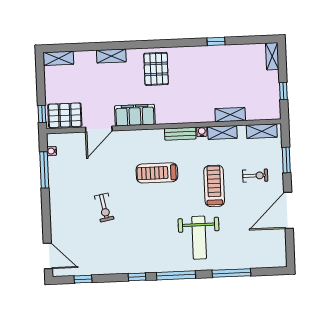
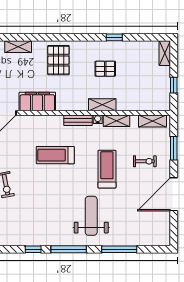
pallet: (208, 76) -> (105, 69), added
shelving: (230, 115) -> (102, 105), moved
weight bench: (199, 238) -> (91, 216), turned 180

